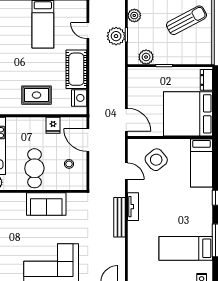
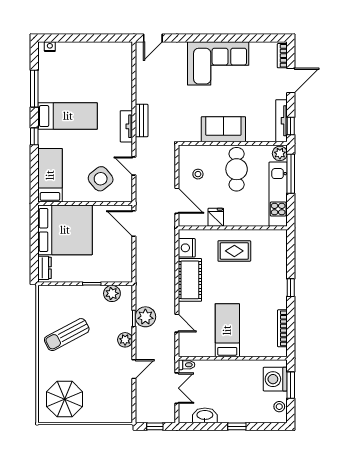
bench: (120, 217) -> (142, 120), width x0.73
bed: (186, 248) -> (68, 116), moved

